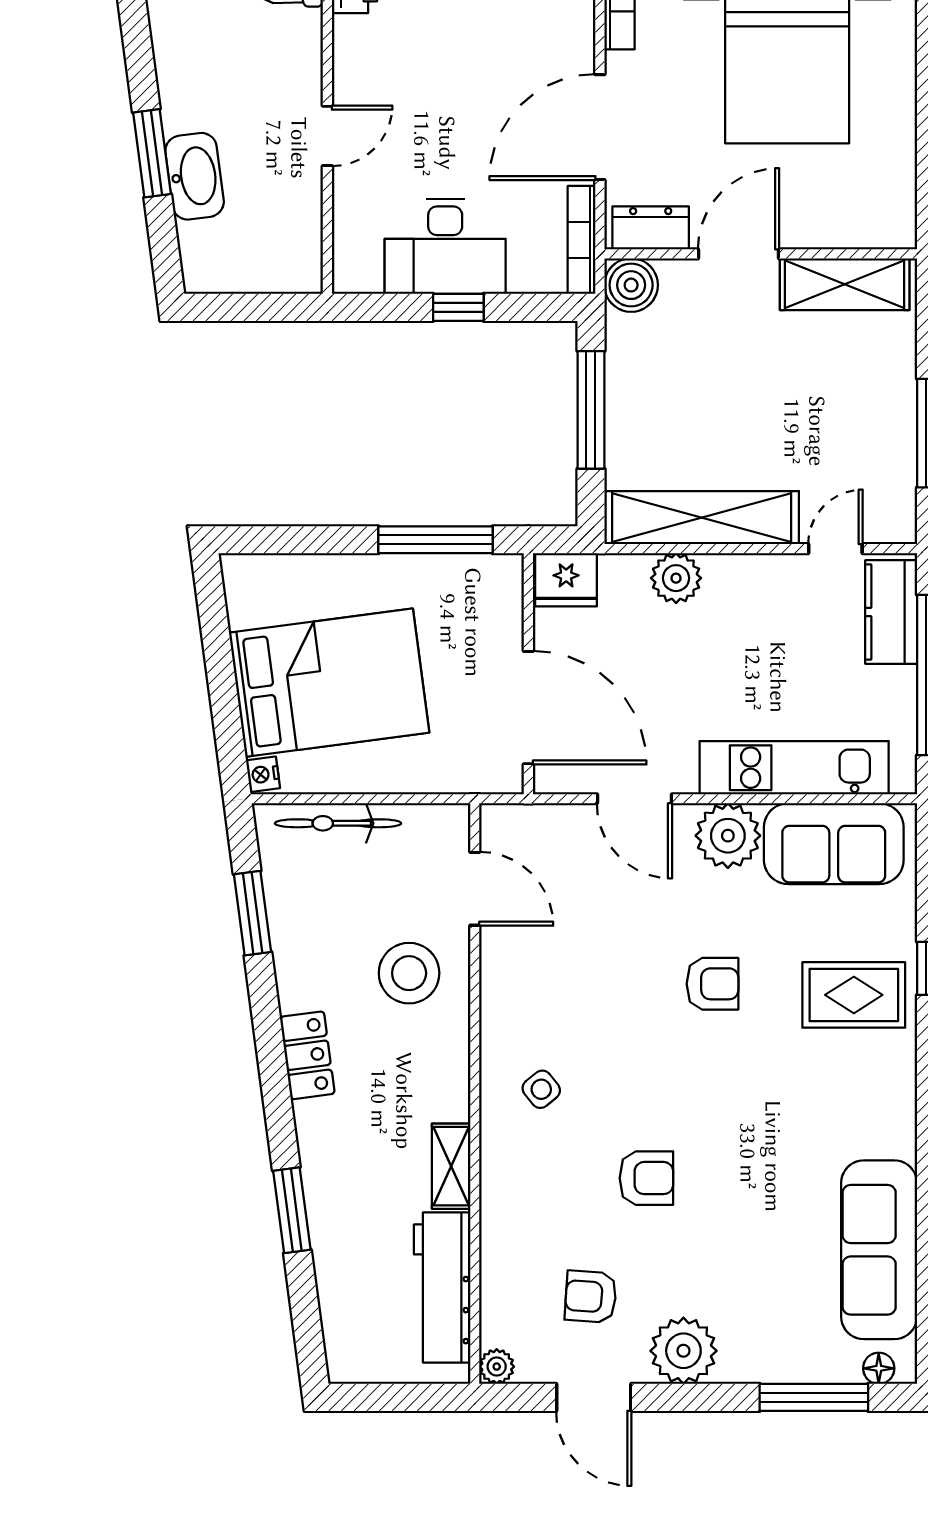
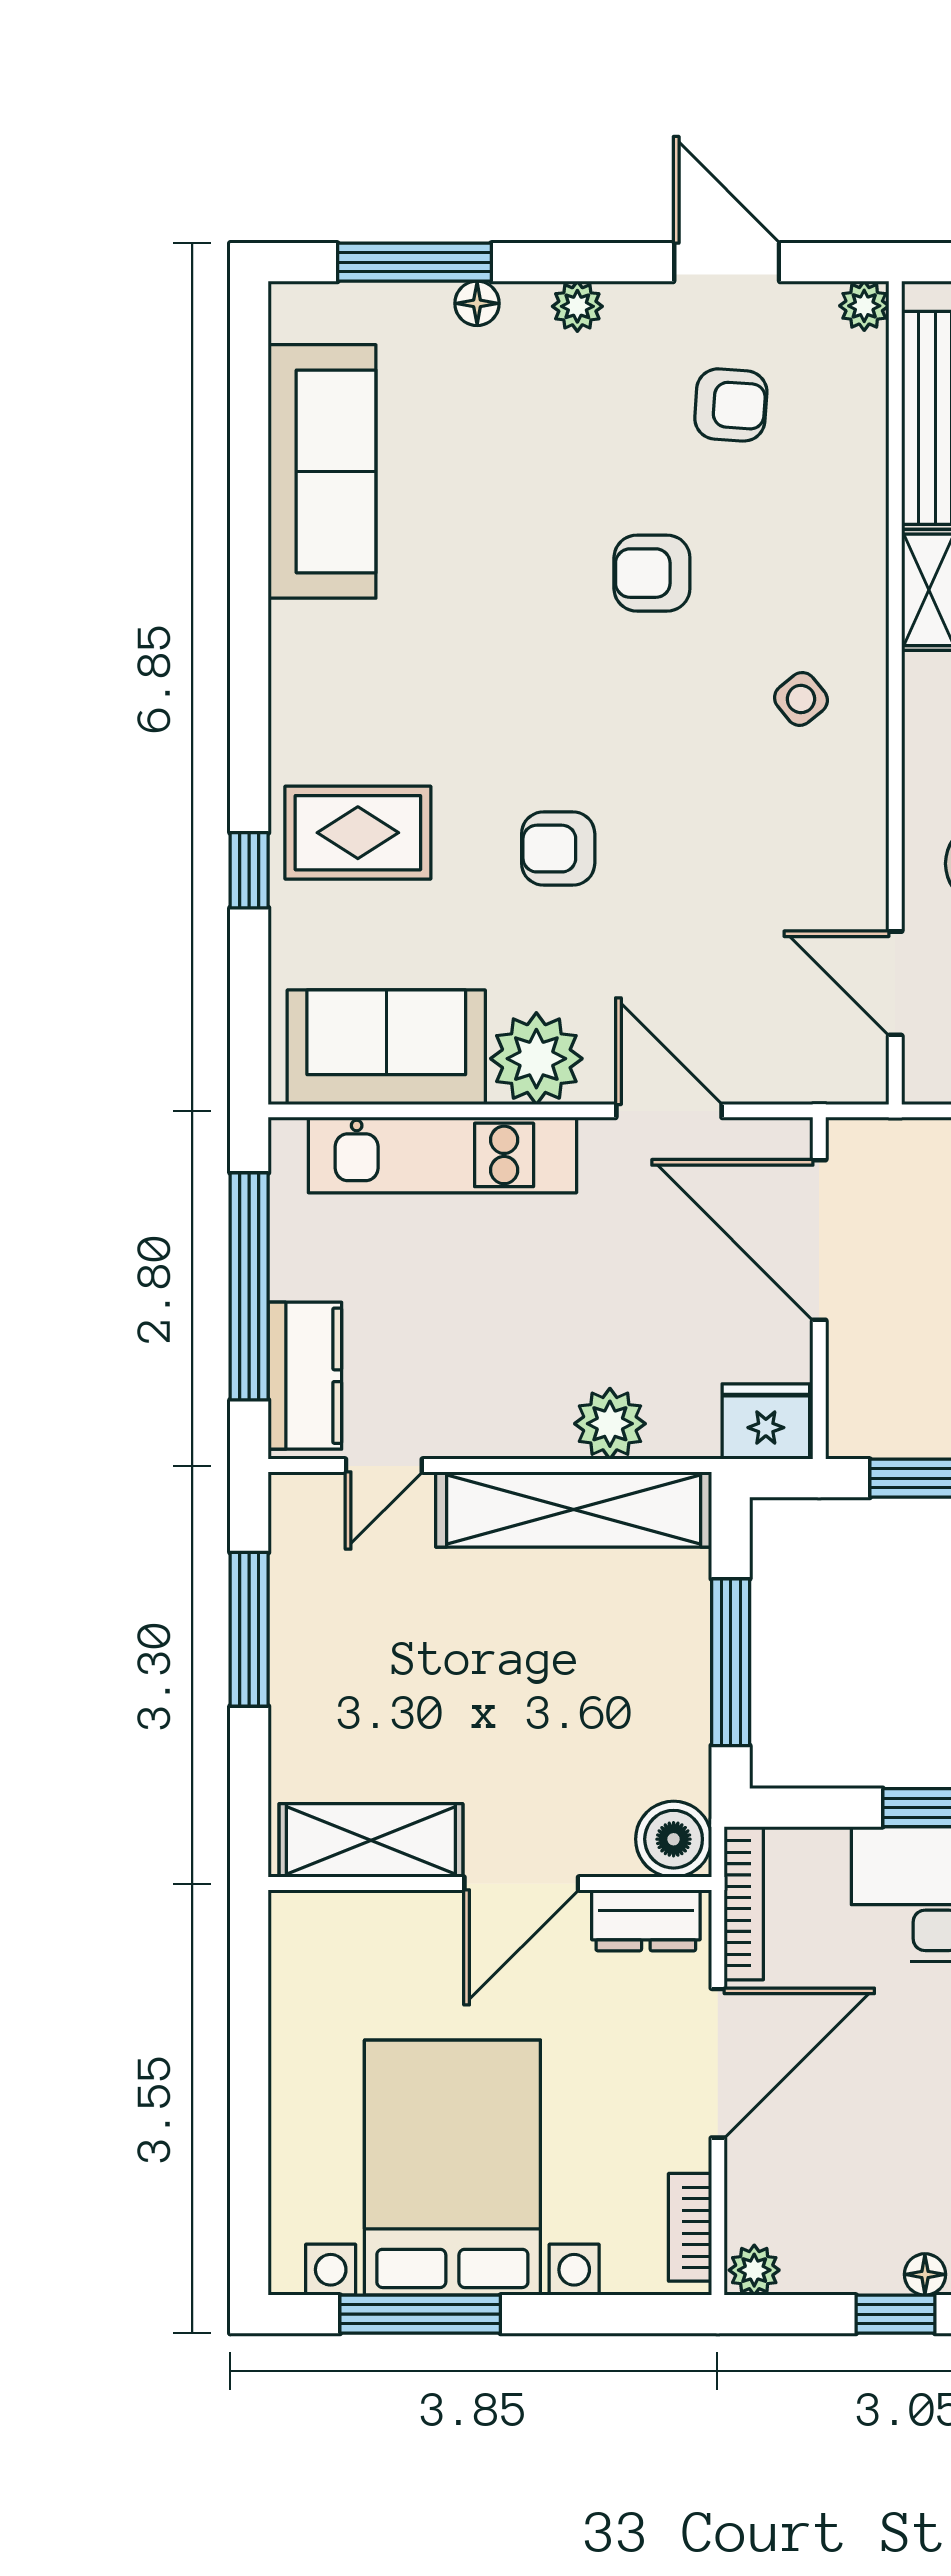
plant: (683, 1351) -> (577, 306), width x0.53, depth x0.53
floor lamp: (879, 1368) -> (477, 303), moved

